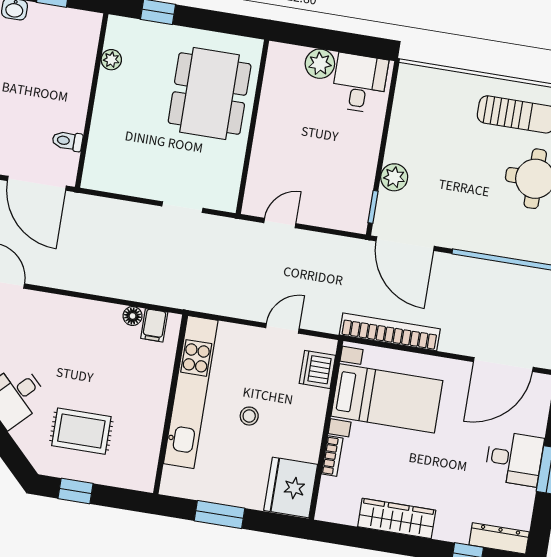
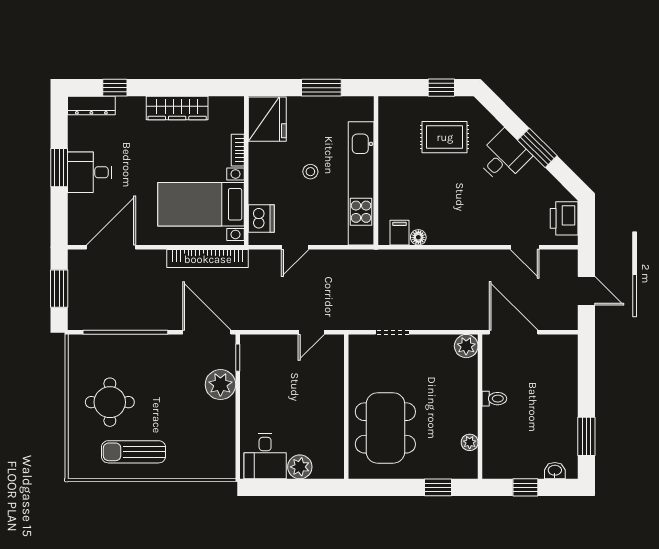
toilet: (67, 141) -> (494, 399), moved
plant: (96, 176) -> (466, 346), added
plant: (394, 177) -> (220, 385), width x1.36, depth x1.36

